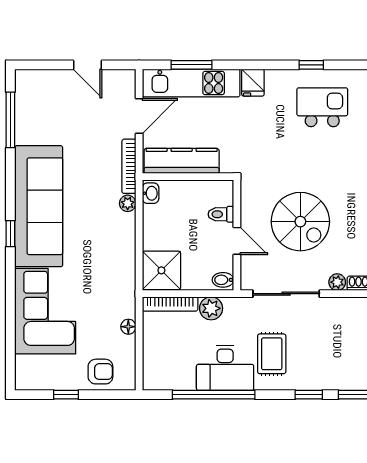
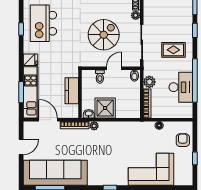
kitchen island: (322, 107) -> (43, 23), width x1.37, depth x1.28
kitchen counter: (182, 161) -> (72, 91), width x0.67
sofa: (39, 206) -> (55, 173), moved
shower: (161, 270) -> (105, 108), moved
desk: (225, 368) -> (181, 87), moved

